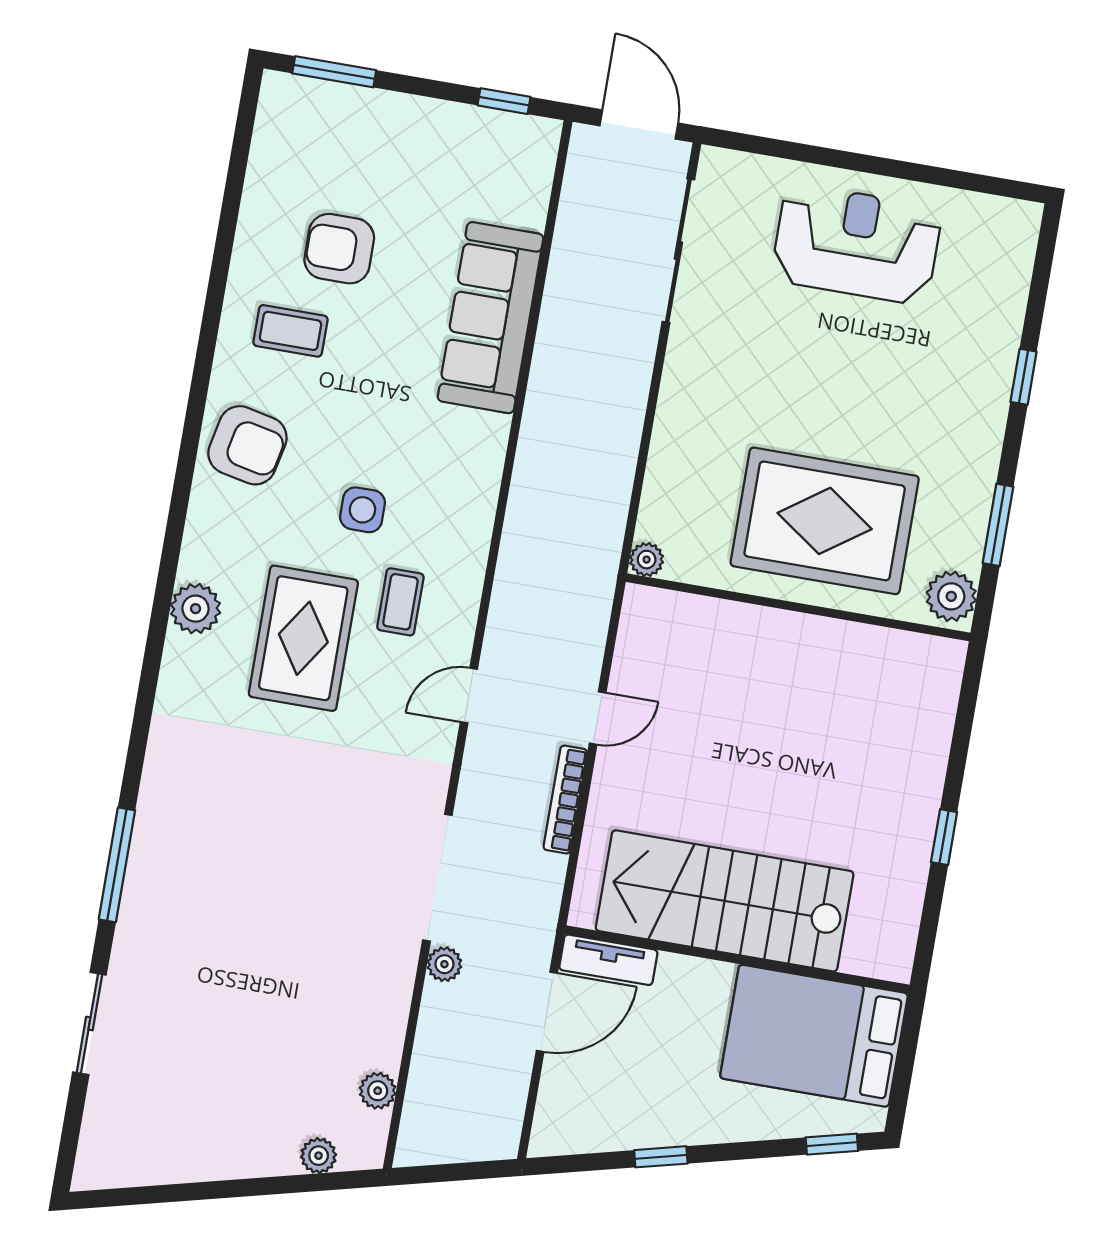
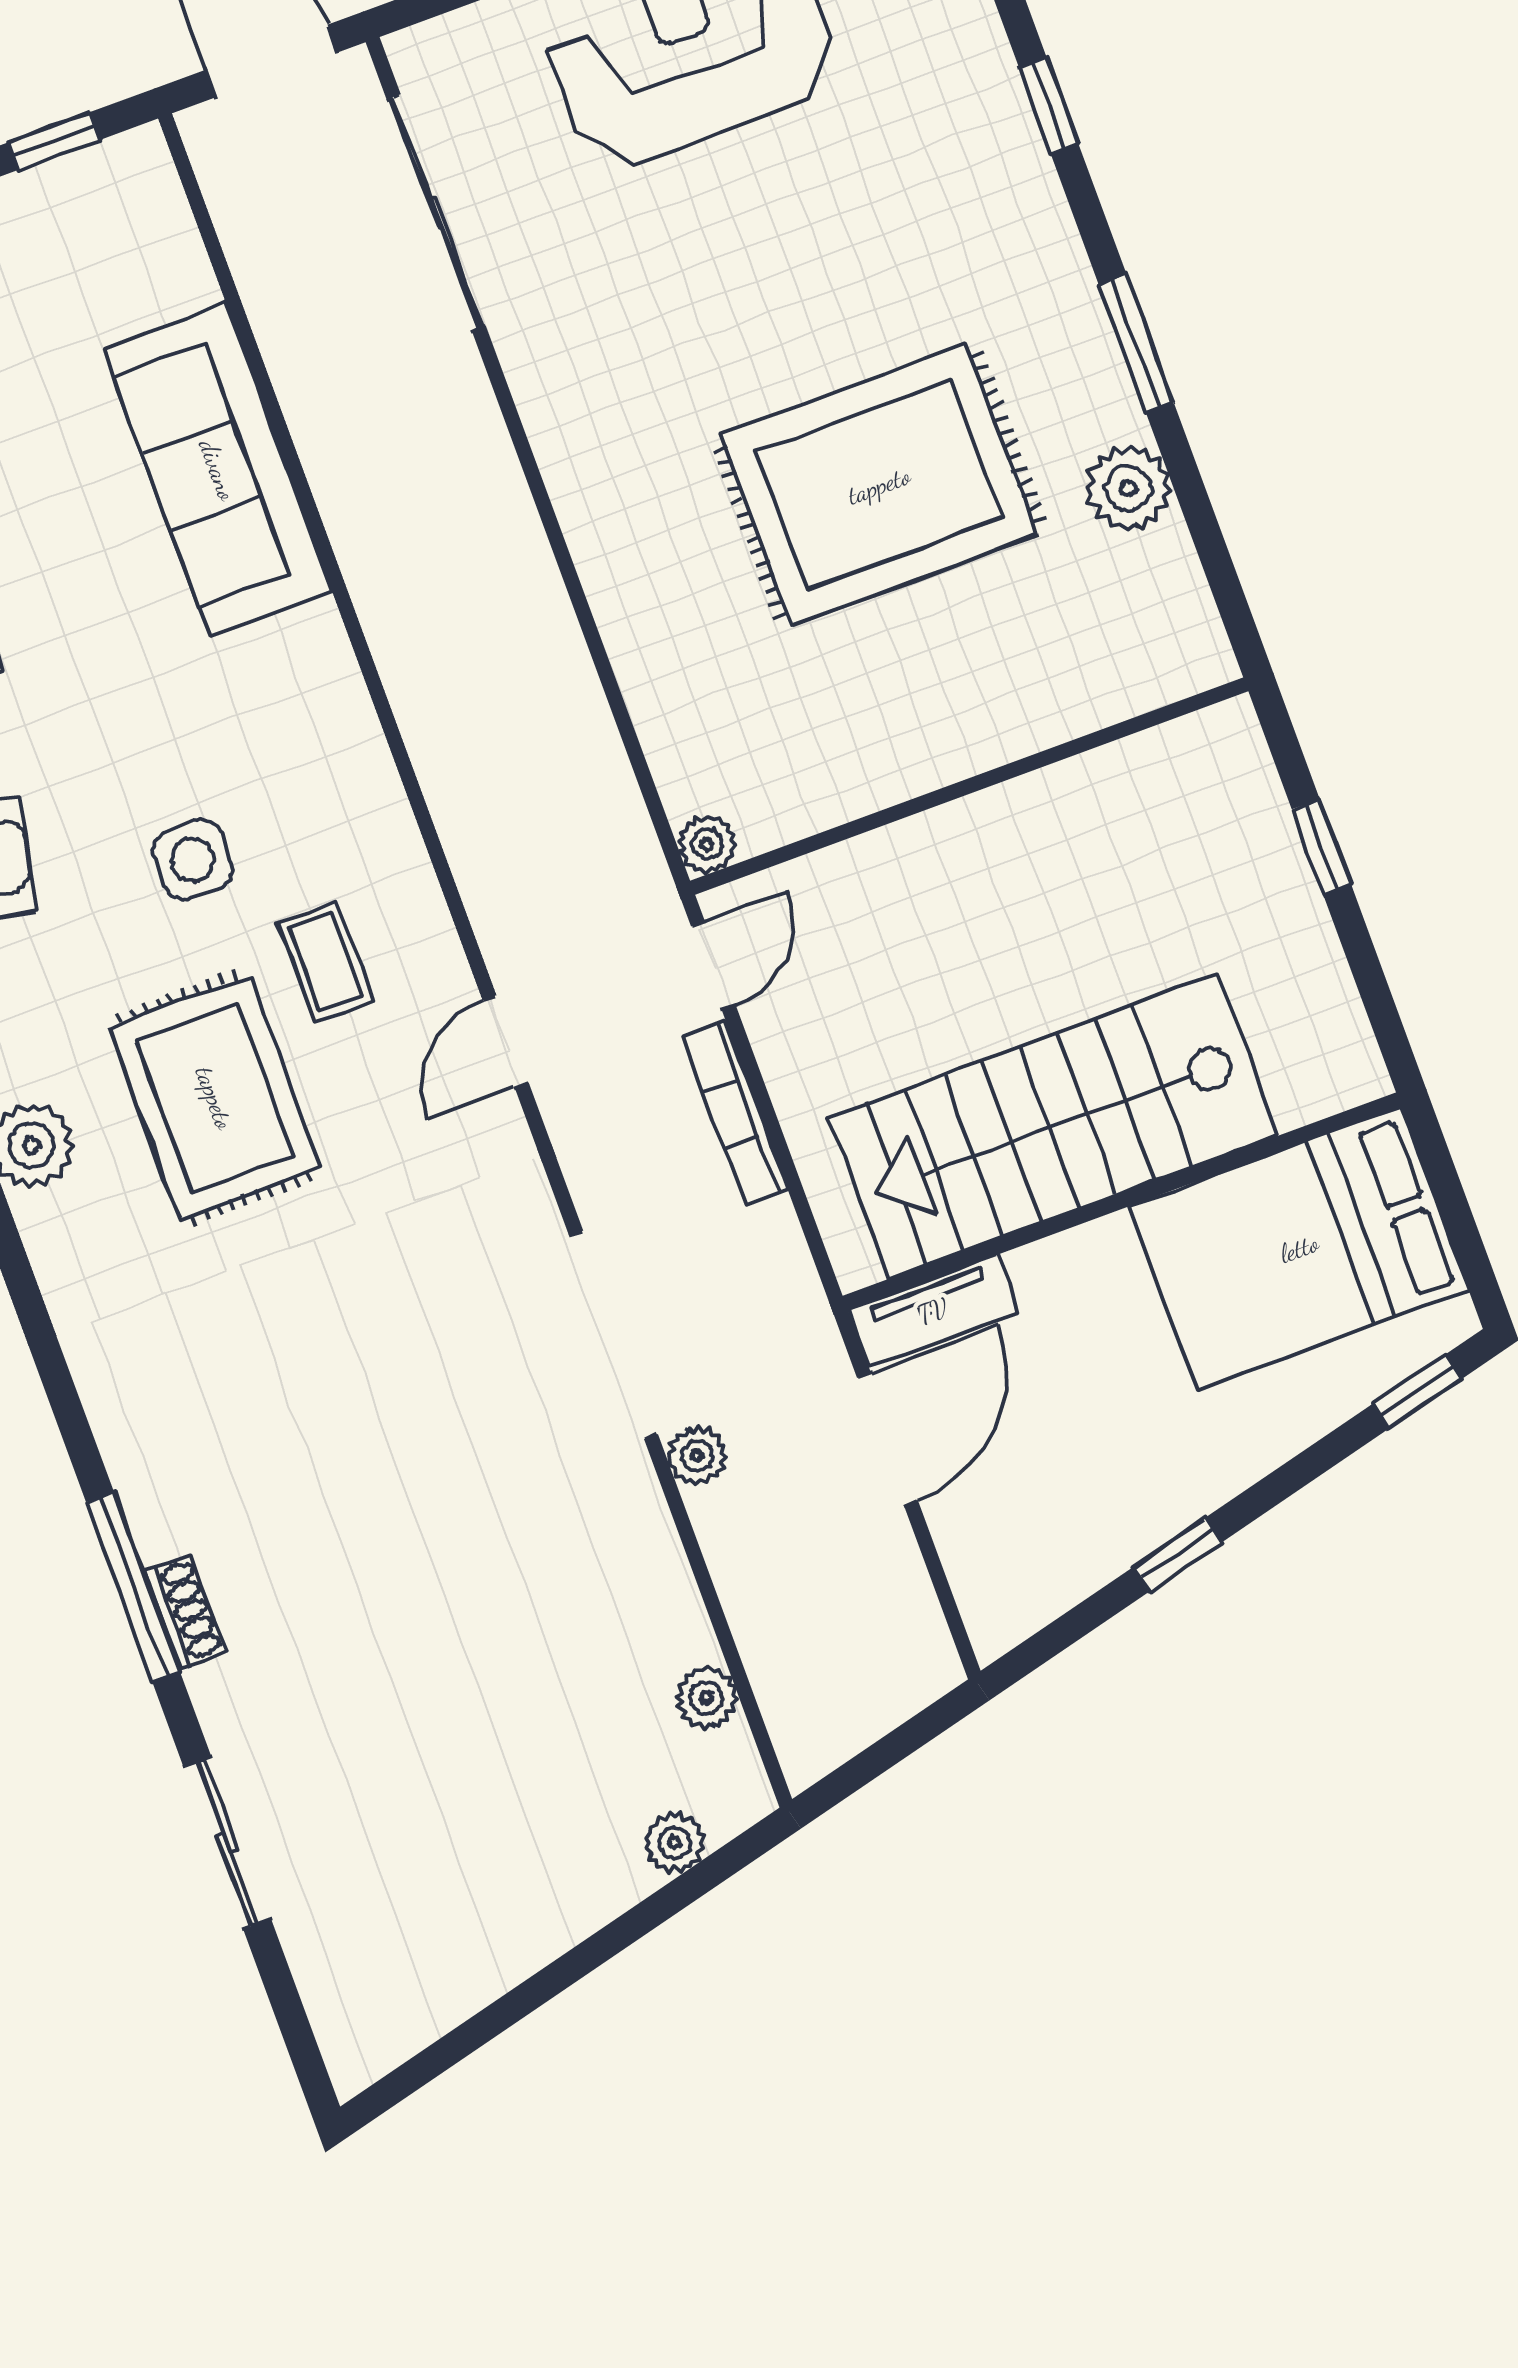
plant: (647, 560) -> (707, 844), moved
wall: (798, 607) -> (969, 786), moved
shoe rack: (136, 893) -> (185, 1612), added

